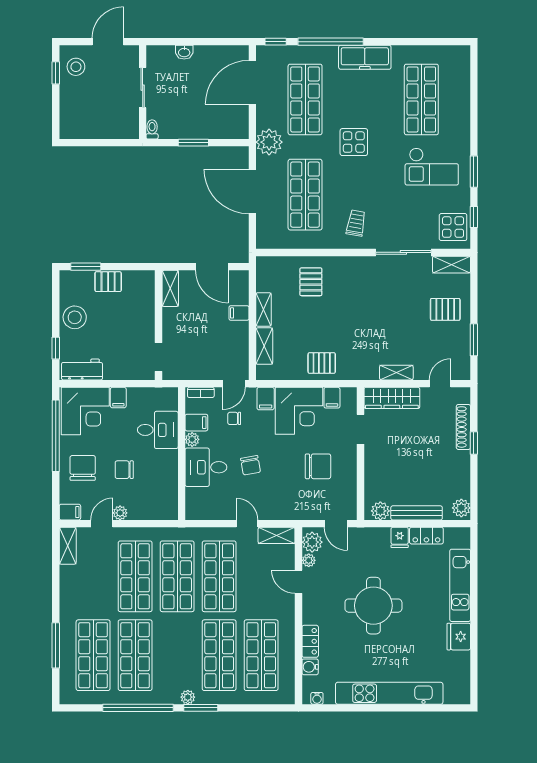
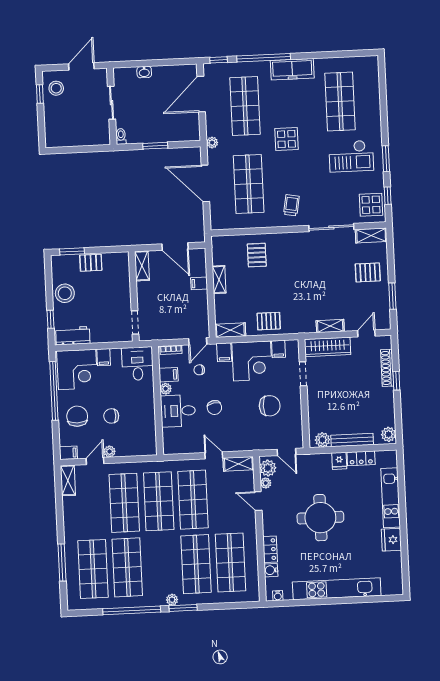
plant: (269, 142) -> (212, 143), width x0.53, depth x0.53
shelving: (264, 346) -> (230, 330), moved, turned 90
desk: (158, 430) -> (138, 364), moved, turned -90

